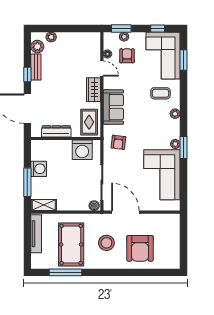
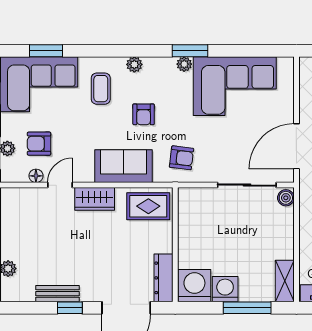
plant: (37, 47) -> (24, 291), removed
armchair: (145, 119) -> (144, 114), added
dresser: (56, 131) -> (164, 278), moved
washing machine: (82, 150) -> (194, 286), moved, turned -90

